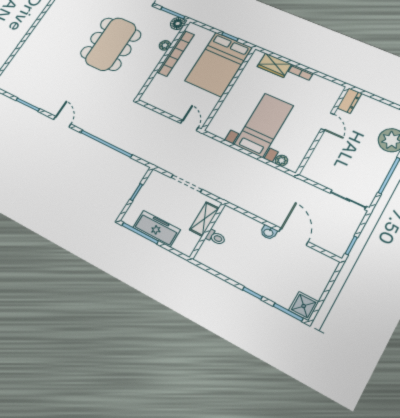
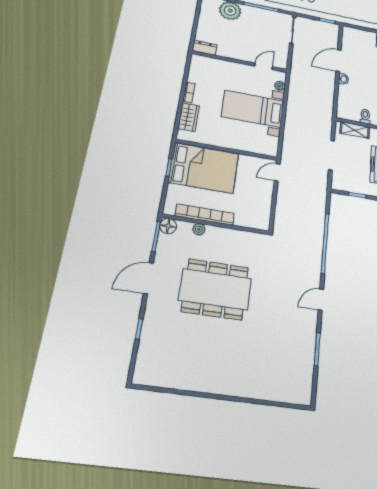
door: (328, 122) -> (264, 66), moved

